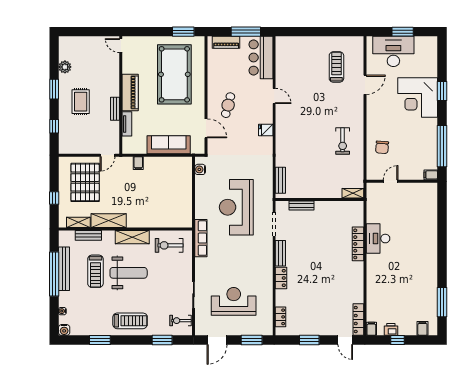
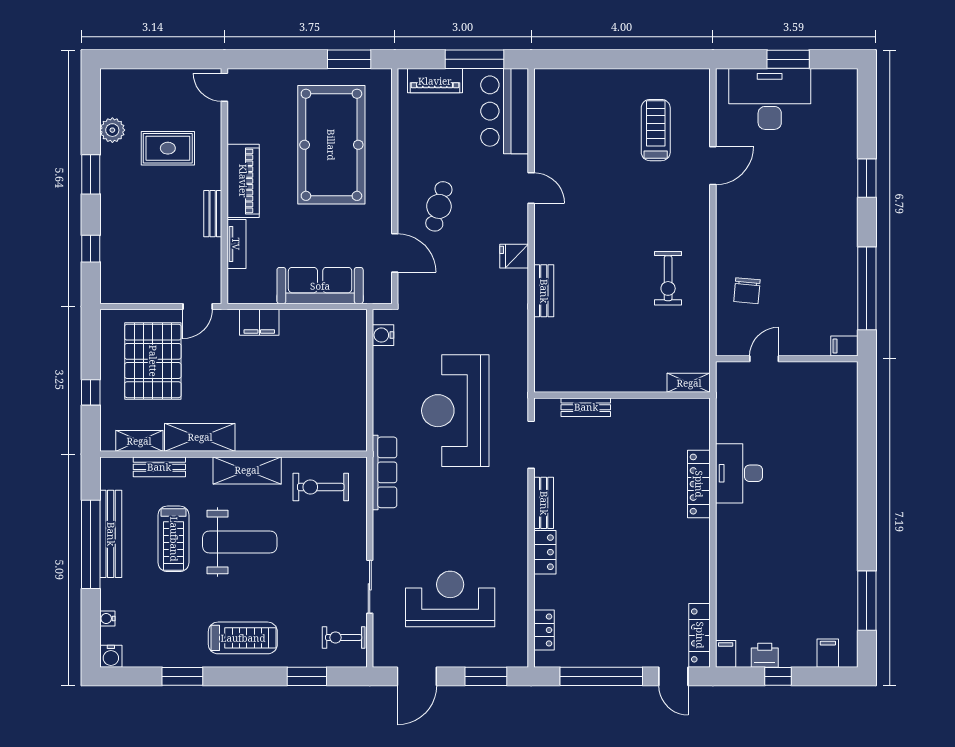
corner desk: (418, 97) -> (818, 191), removed
rug: (81, 102) -> (168, 148), moved, turned 90
filing cabinet: (138, 163) -> (259, 322), width x2.00
bench: (280, 180) -> (544, 291), moved
window: (309, 340) -> (601, 676), width x2.11

